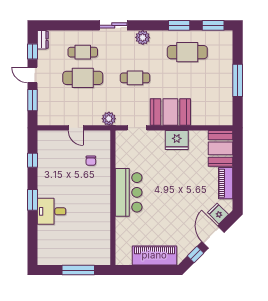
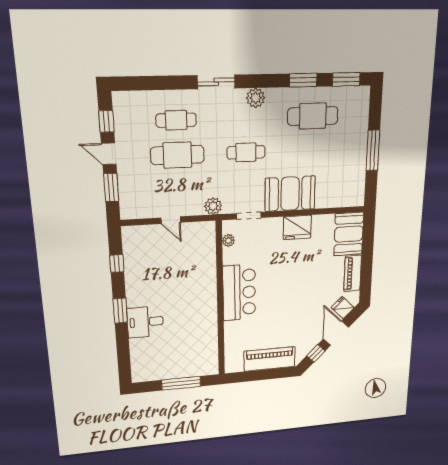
dresser: (43, 40) -> (120, 104), removed
plant: (120, 147) -> (228, 241), added
chair: (91, 161) -> (192, 259), removed

